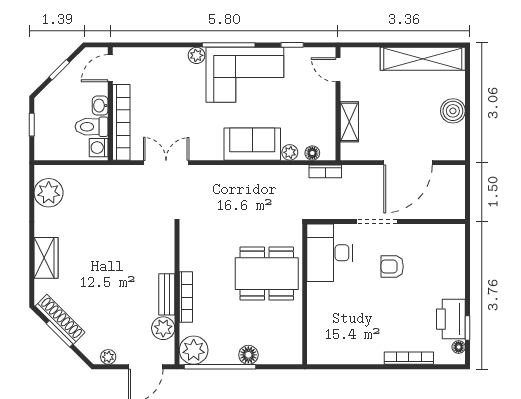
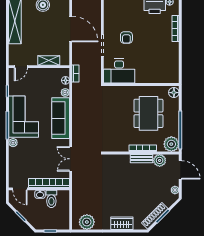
sofa: (252, 144) -> (61, 118), width x1.36
washing machine: (99, 148) -> (63, 195), removed
dining table: (267, 274) -> (148, 113), moved
floor lamp: (248, 355) -> (174, 93), moved

